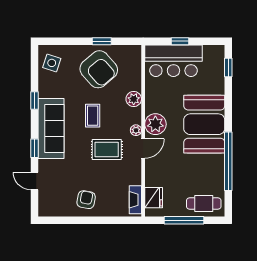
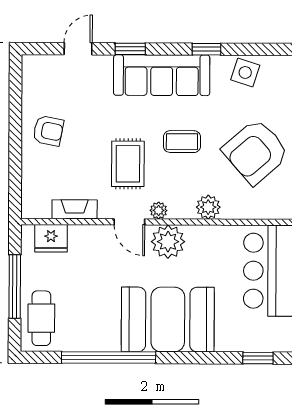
side table: (52, 63) -> (245, 73), moved
fireplace: (135, 200) -> (75, 209), moved

